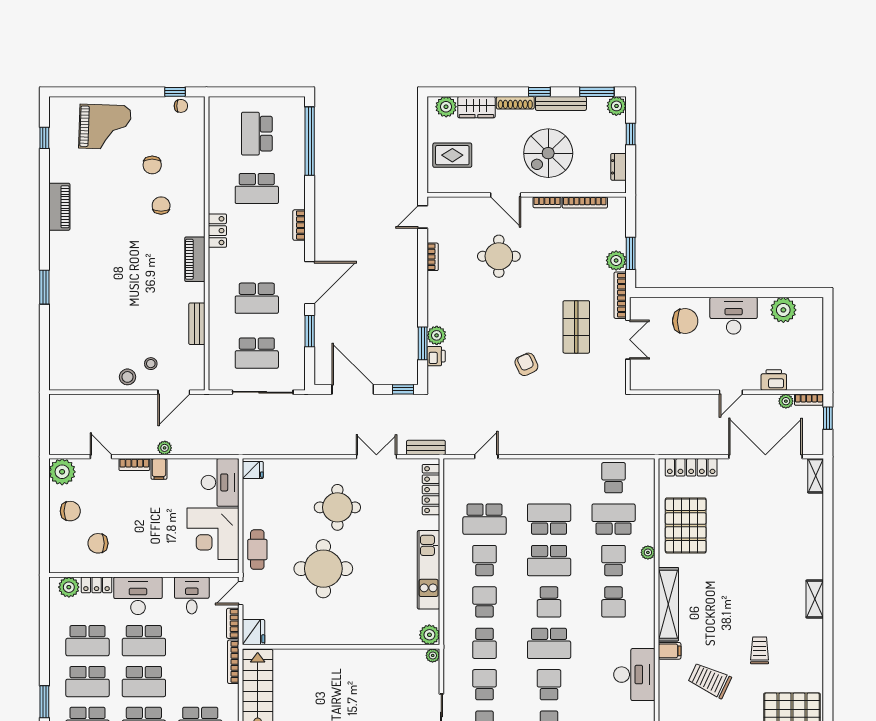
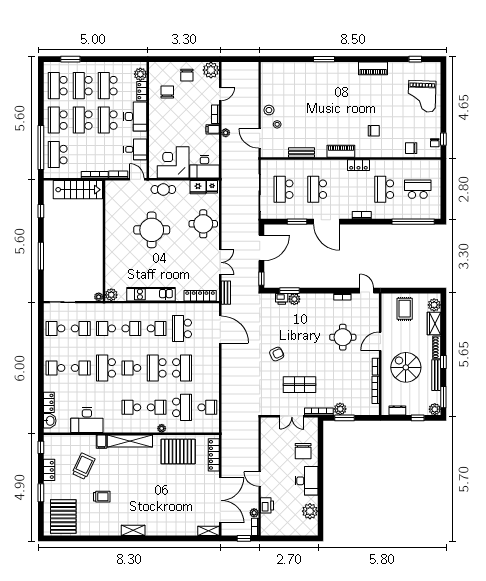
chair: (152, 165) -> (411, 148), moved
door: (486, 457) -> (220, 330), width x1.87
round table: (337, 507) -> (203, 224), moved
fridge: (253, 632) -> (198, 187), moved

